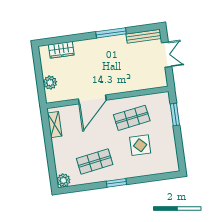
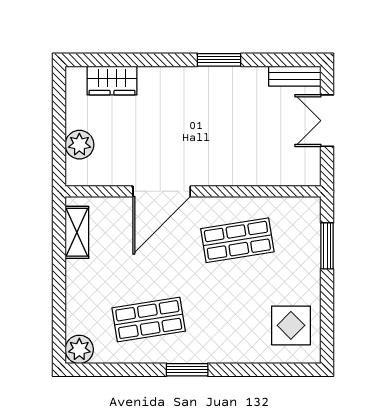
window: (111, 33) -> (219, 60), width x0.69
bench: (144, 36) -> (295, 76), width x0.73
double door: (167, 55) -> (327, 121), swing flipped
display table: (140, 145) -> (291, 325), moved

